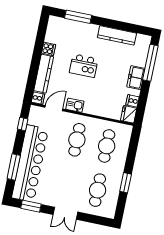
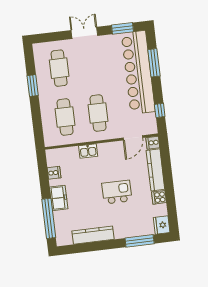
kitchen sink: (75, 105) -> (88, 151), moved
fridge: (129, 114) -> (162, 225), moved, turned 180

